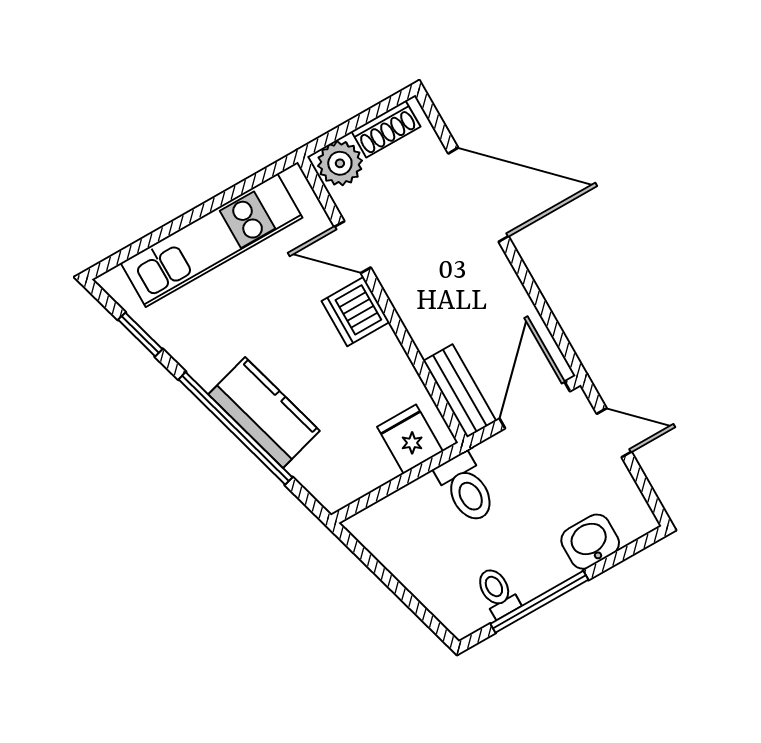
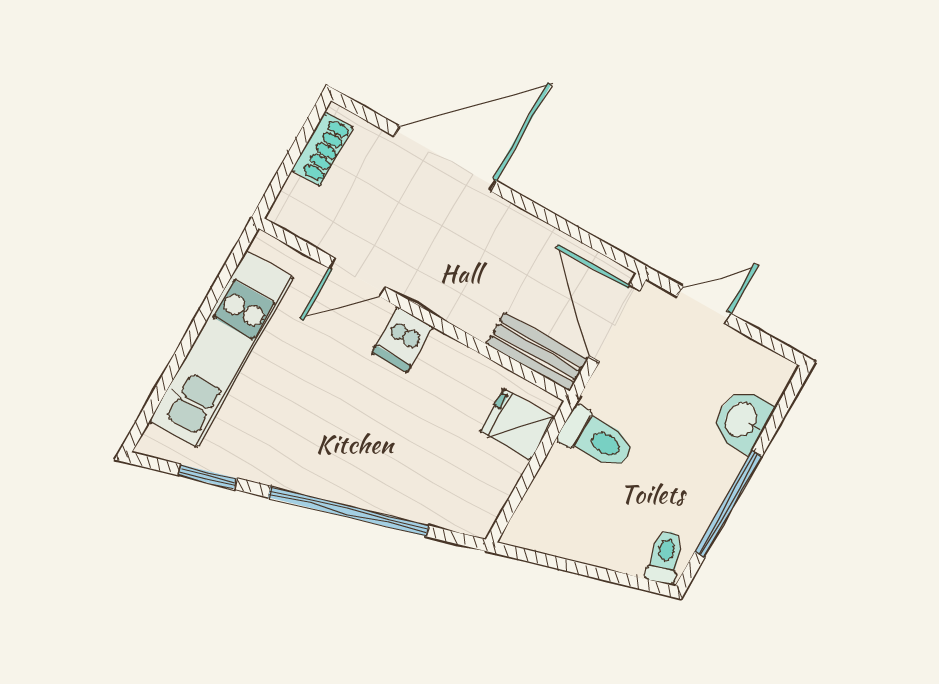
plant: (340, 163) -> (299, 206), removed
dishwasher: (355, 312) -> (402, 340), width x0.73
kitchen counter: (264, 413) -> (366, 481), removed
toilet: (497, 592) -> (665, 557), moved, turned 74

